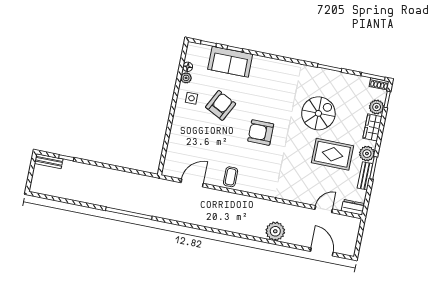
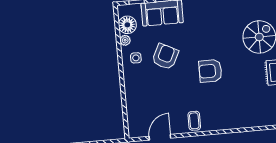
floor lamp: (188, 67) -> (127, 25), width x1.89, depth x1.89

